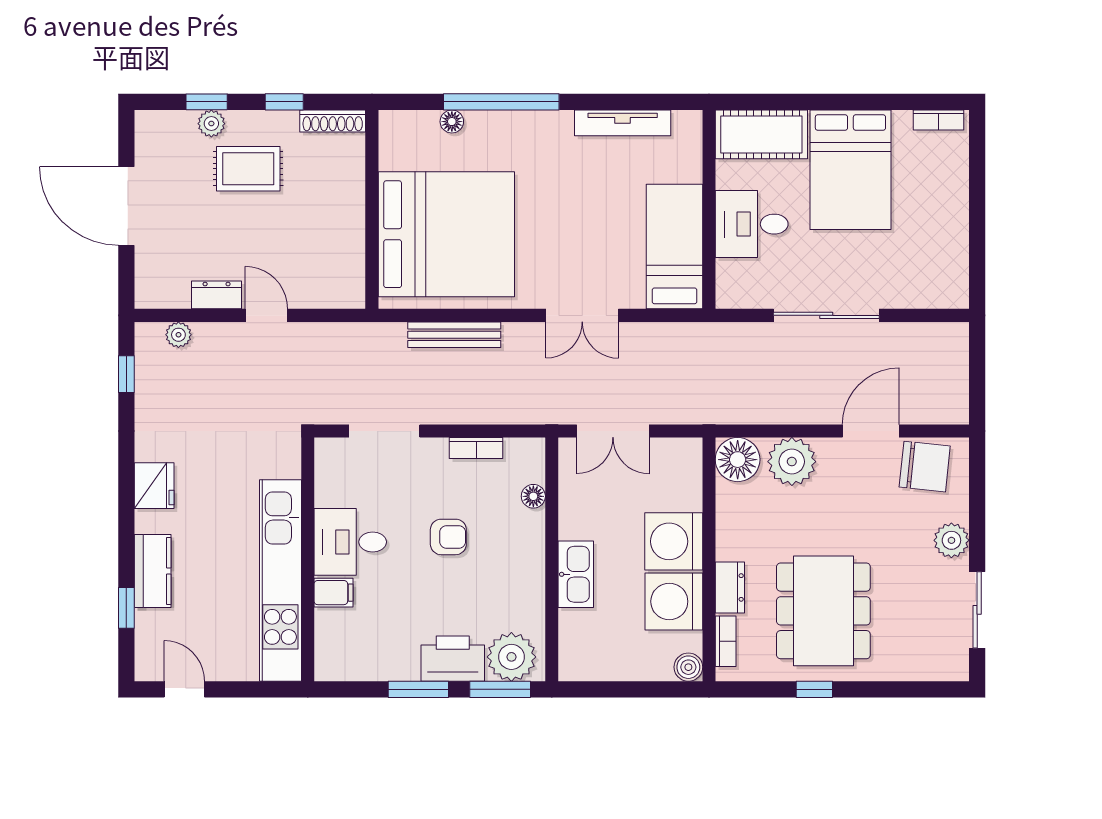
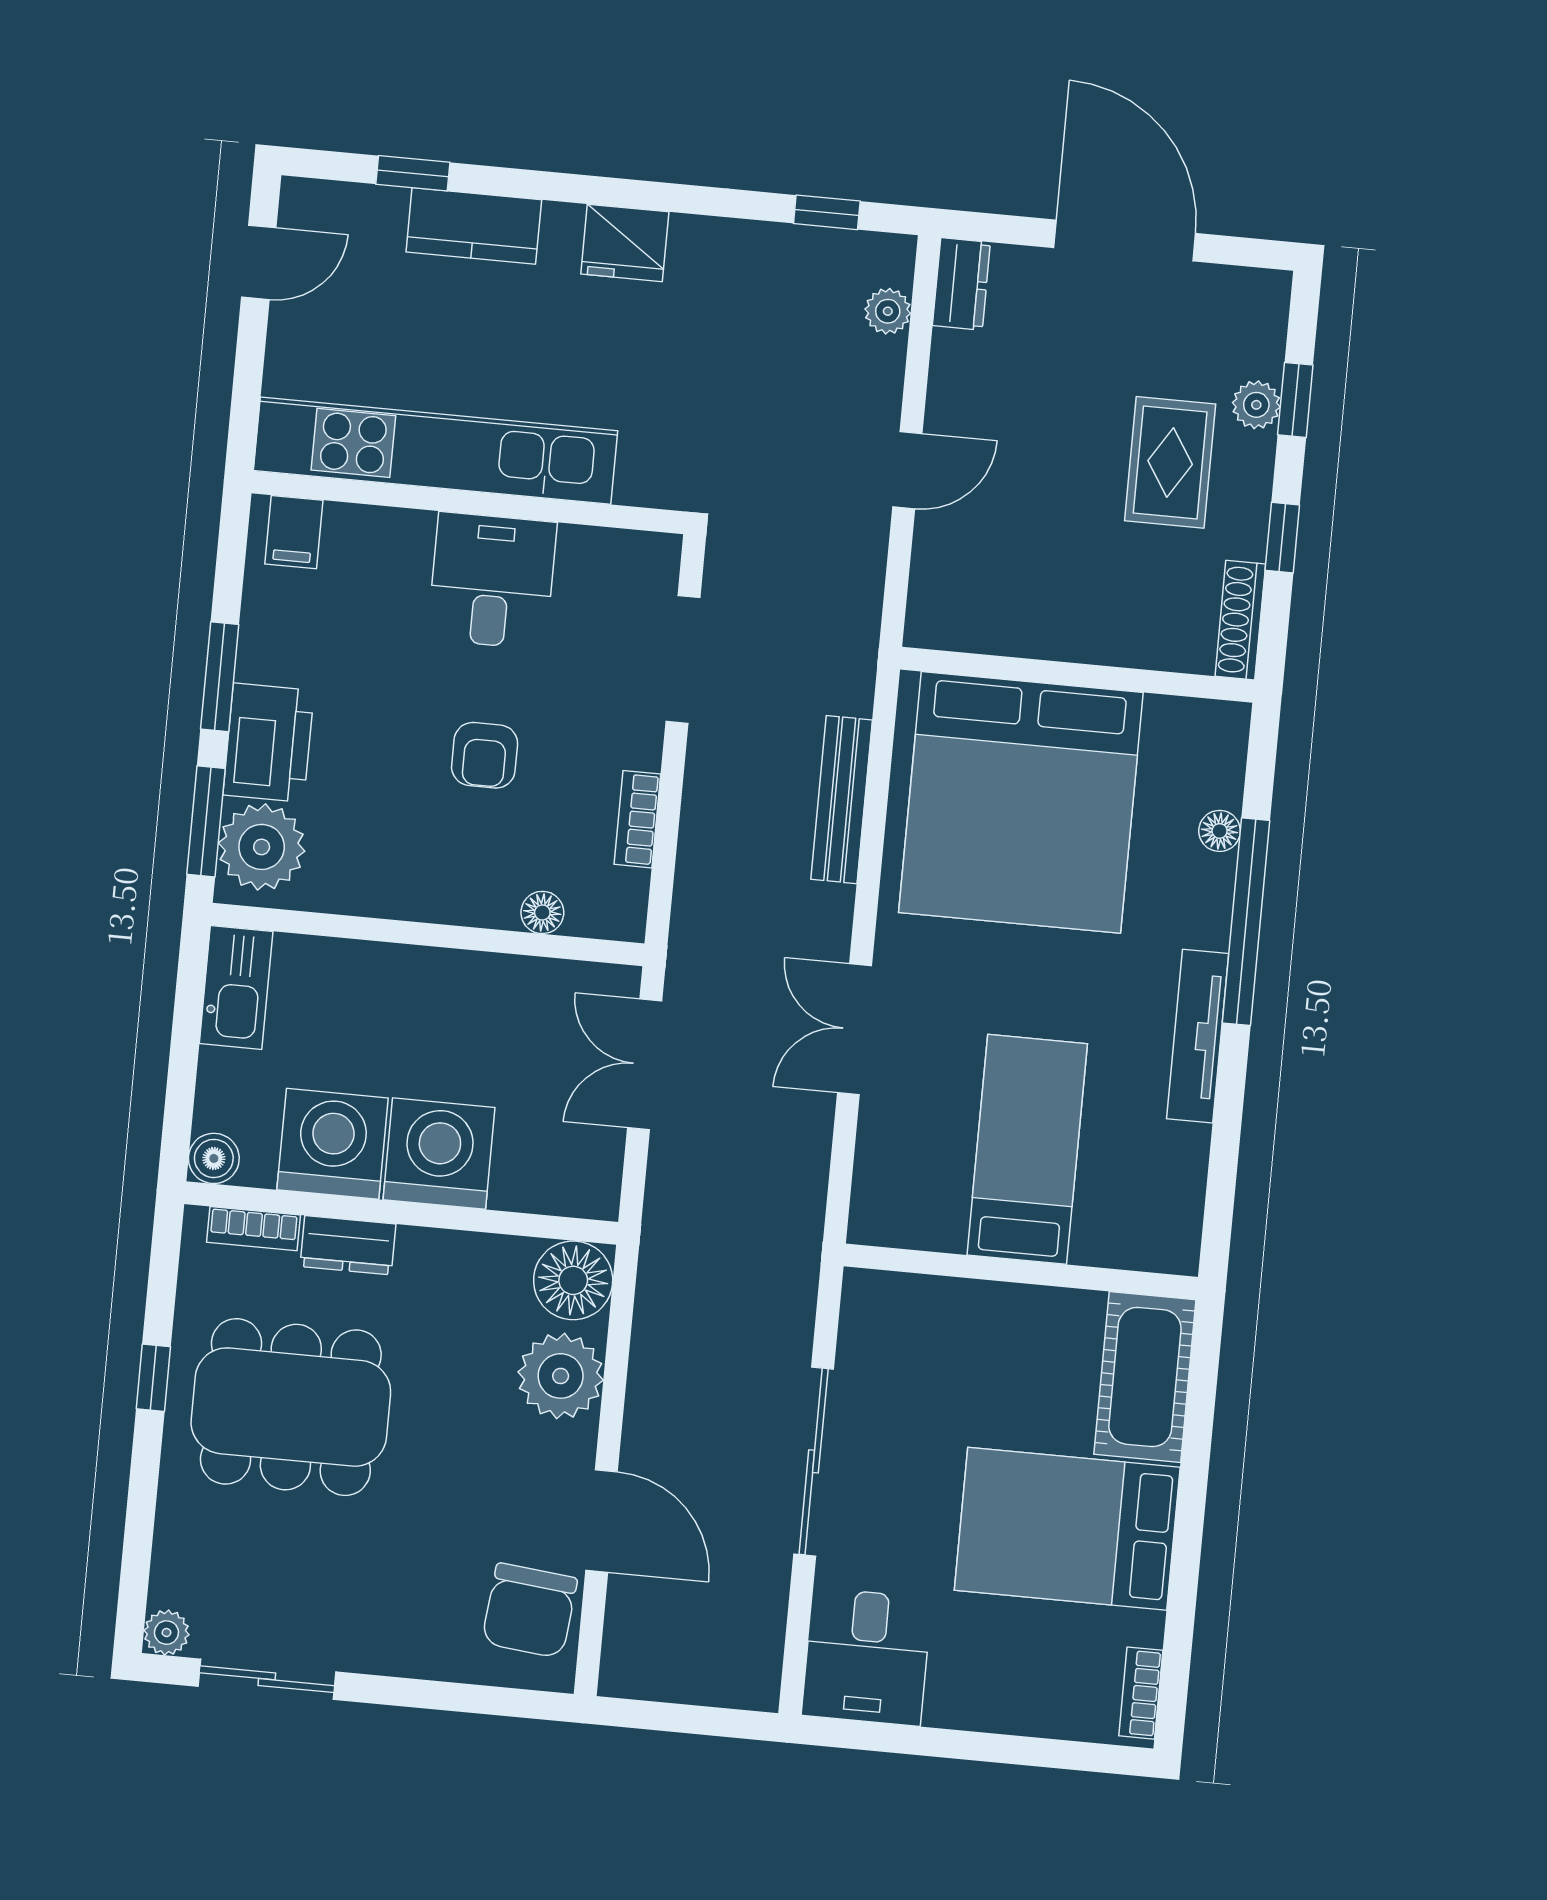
tv unit: (623, 123) -> (1198, 1036), moved
door: (126, 206) -> (1125, 240), hinge flipped
desk: (752, 224) -> (867, 1657), moved, turned 180
bed: (675, 247) -> (1027, 1149), moved, turned -90
dresser: (217, 295) -> (961, 284), moved
plant: (951, 540) -> (166, 1633), moved, width x0.73, depth x0.73
kitchen sink: (576, 574) -> (236, 987), moved, turned -90
filing cabinet: (334, 593) -> (294, 532), moved

